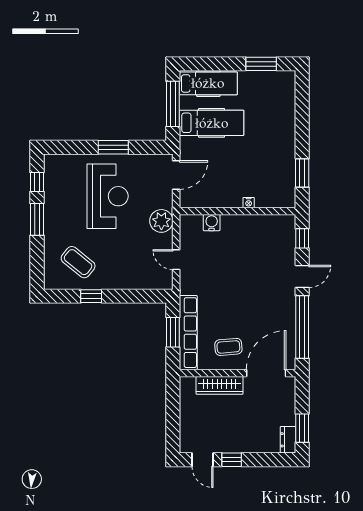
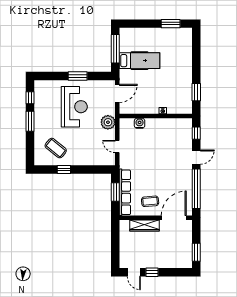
hospital bed: (208, 83) -> (137, 36), removed
dresser: (288, 440) -> (187, 260), removed

